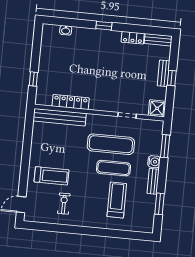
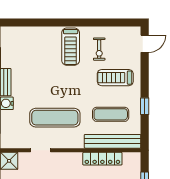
window: (27, 147) -> (145, 106), added
exercise mat: (113, 168) -> (111, 114), moved
treadmill: (117, 200) -> (71, 47), moved

